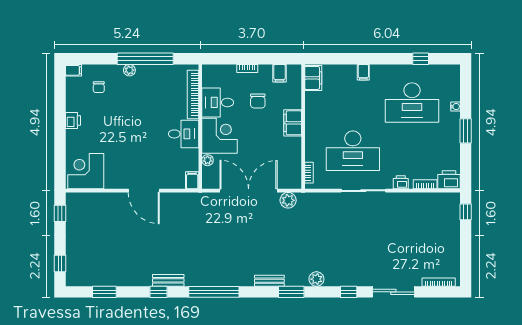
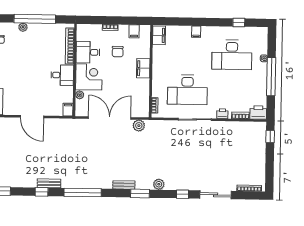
window: (466, 131) -> (271, 77), width x2.11

